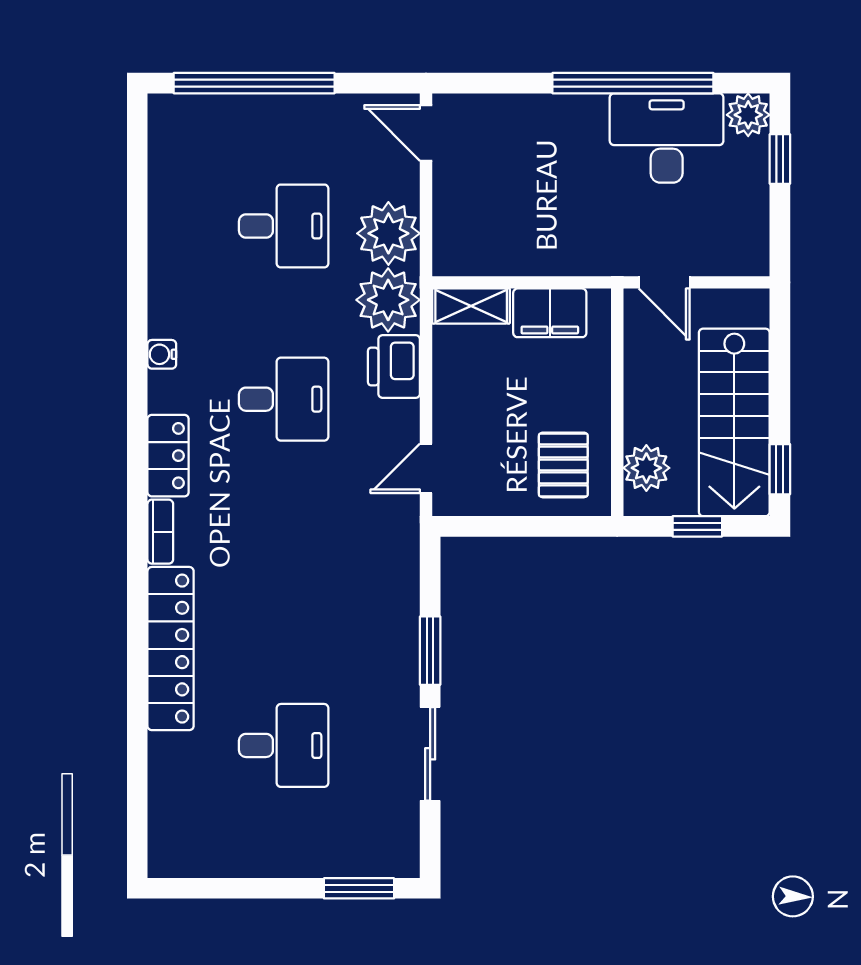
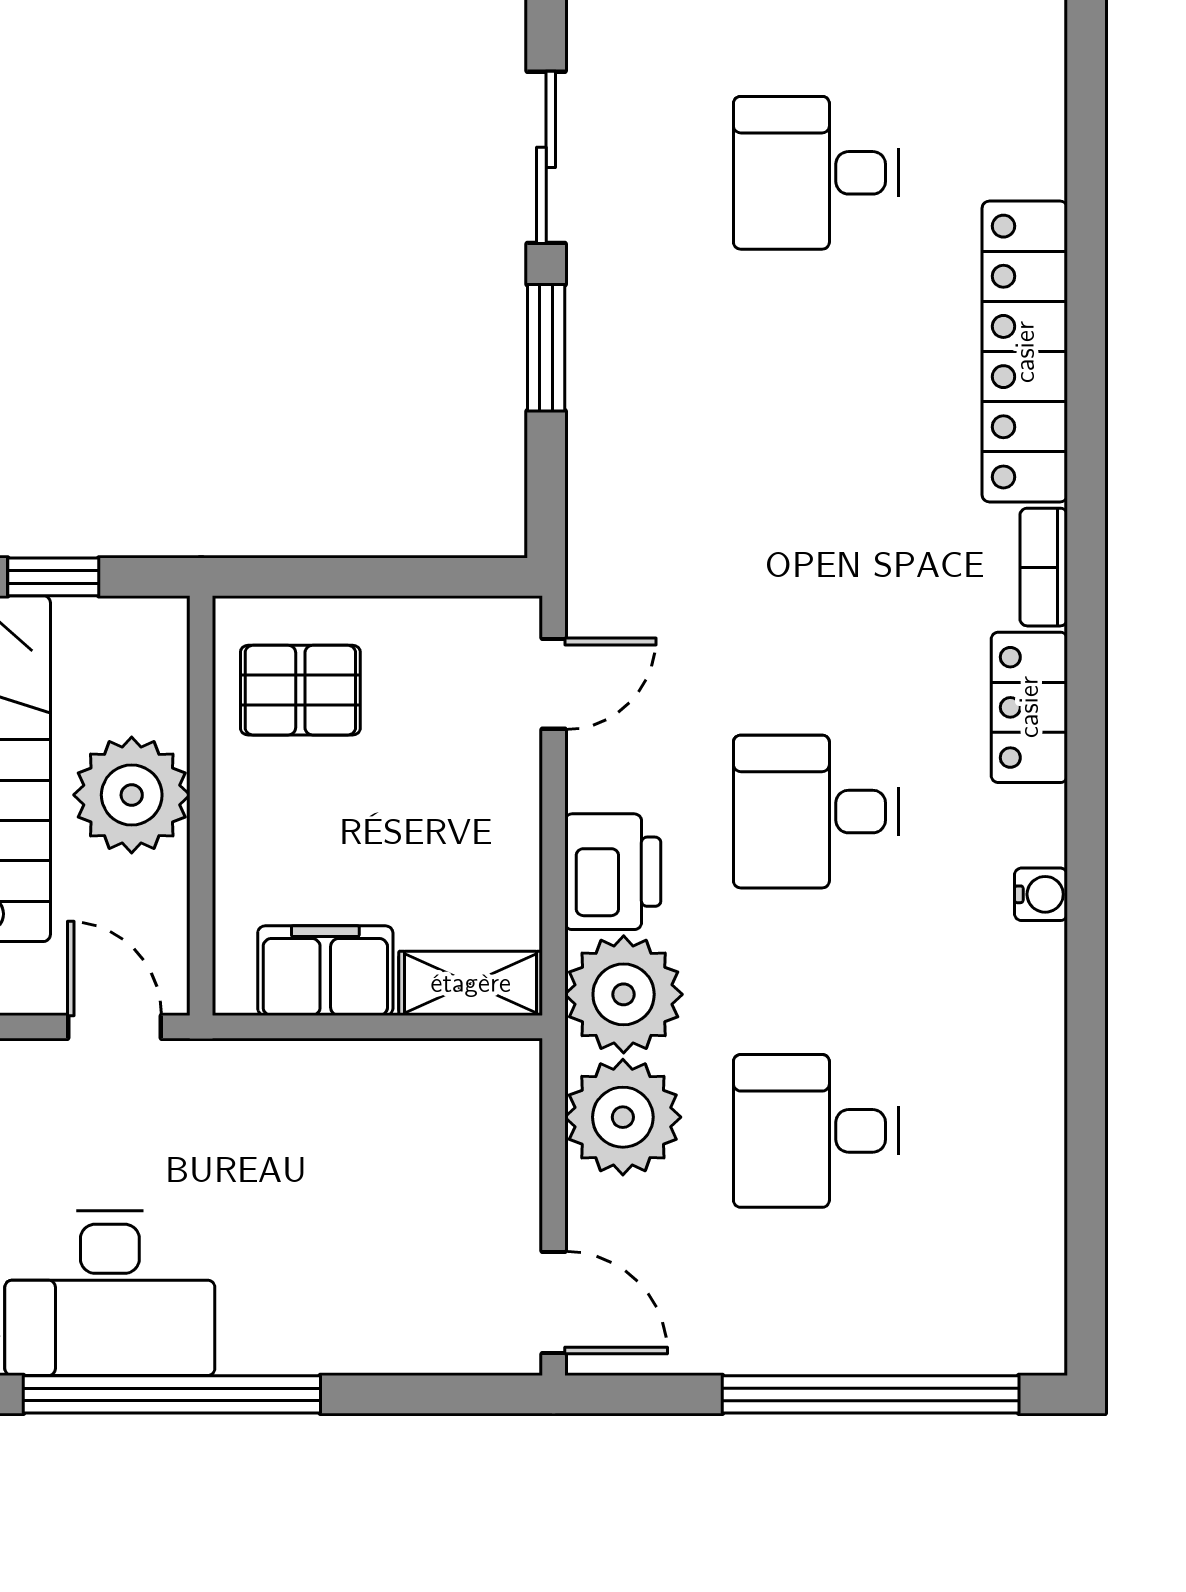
pallet: (563, 465) -> (300, 690), turned 90
plant: (646, 468) -> (132, 795), moved, width x1.36, depth x1.36

